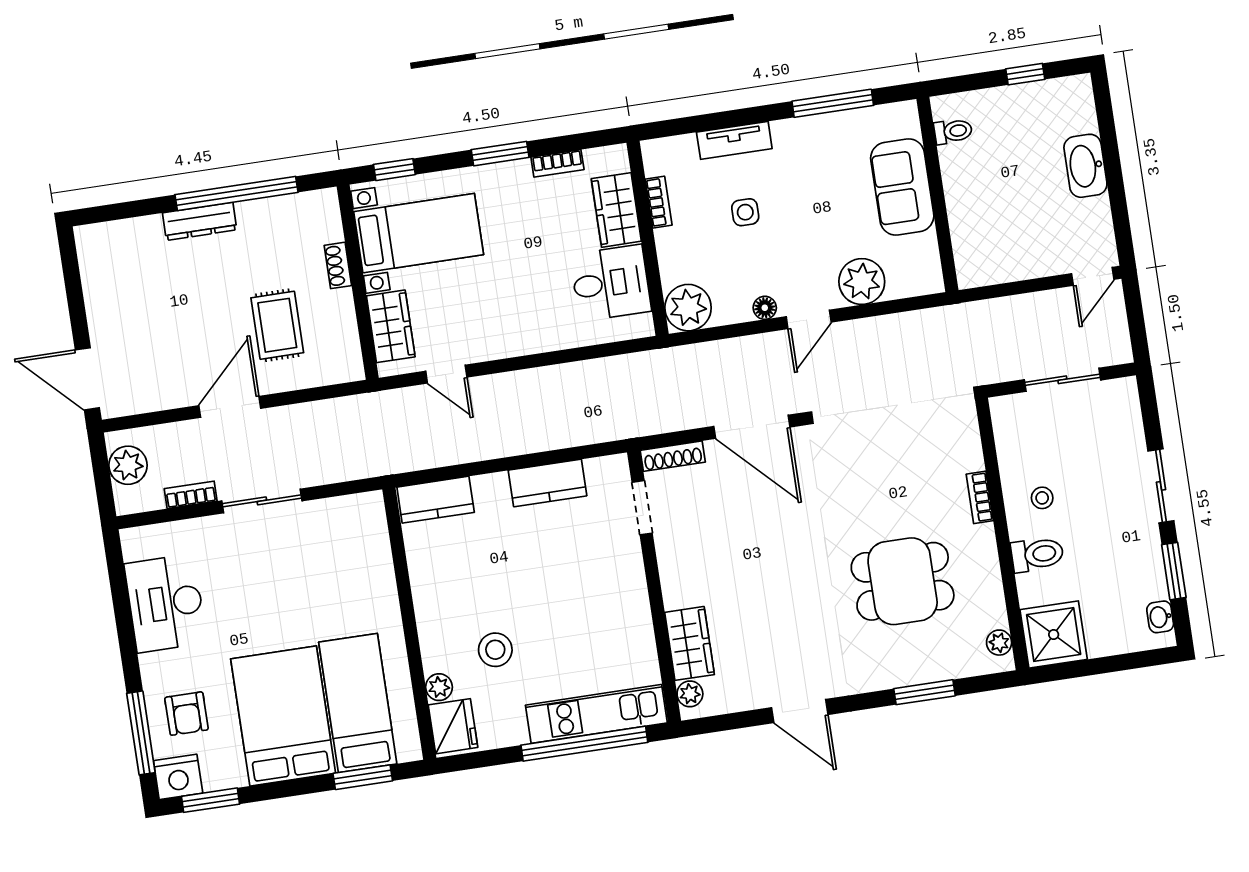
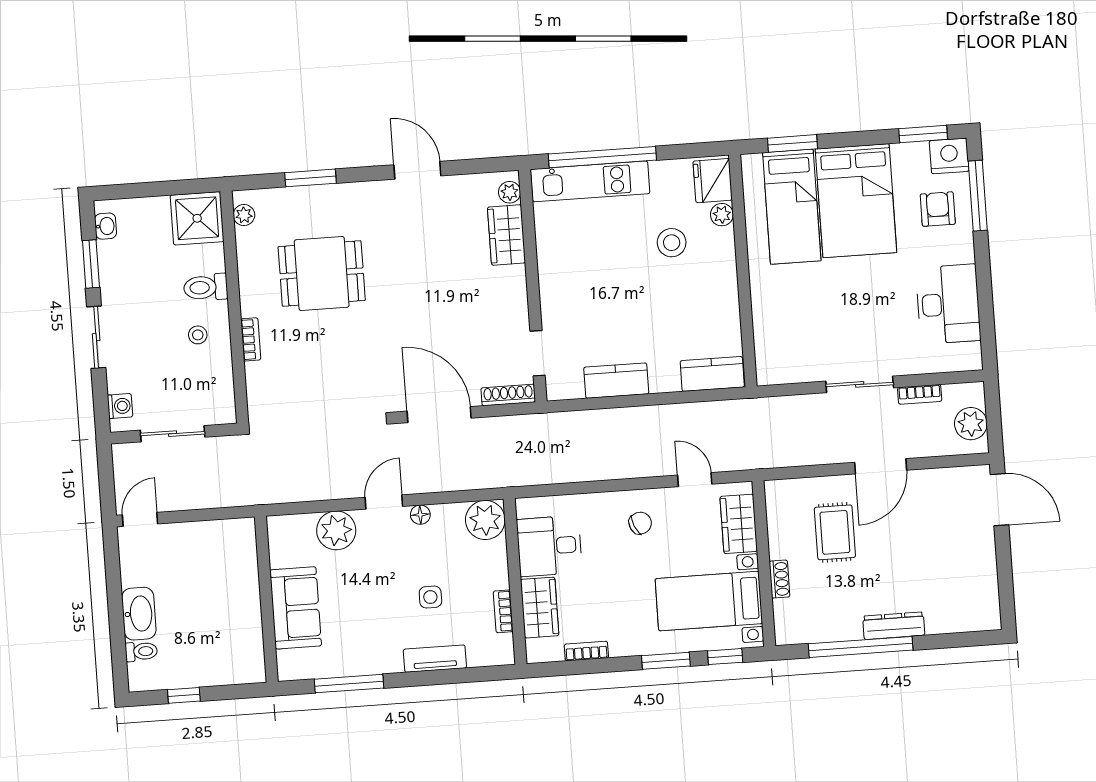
toilet: (953, 131) -> (141, 651), moved, turned 180
window: (500, 154) -> (666, 661), moved
chair: (506, 318) -> (640, 523), added
washing machine: (1127, 407) -> (120, 406), added

